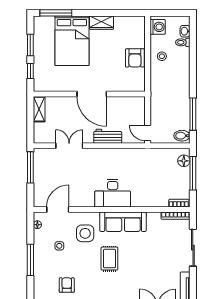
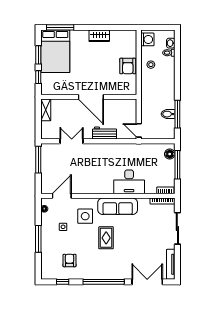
bed: (72, 41) -> (55, 51), moved
bidet: (182, 136) -> (168, 114), moved
desk: (113, 193) -> (129, 182), moved

